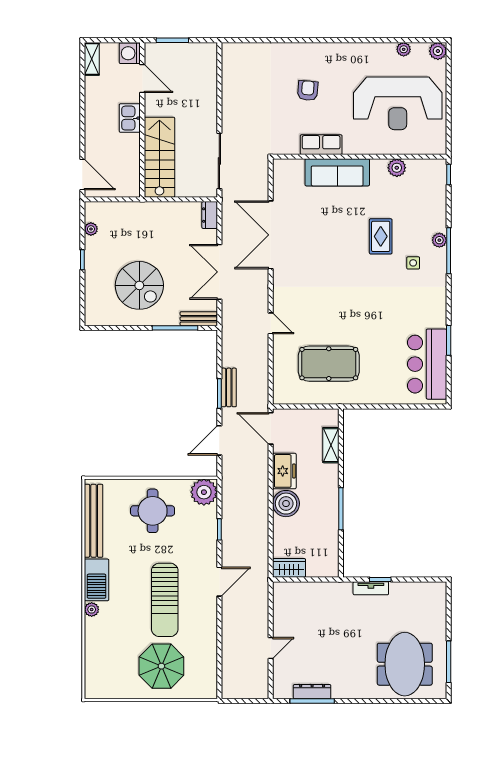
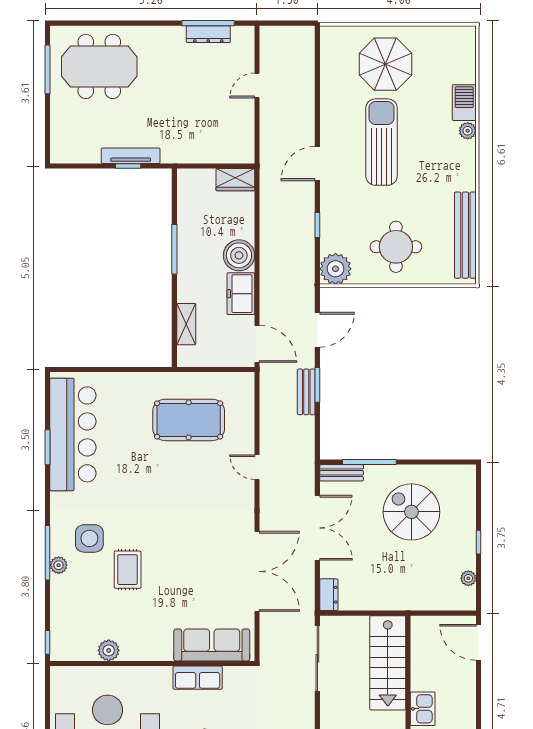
sofa: (337, 172) -> (212, 645), moved
side table: (413, 263) -> (89, 538), width x1.87, depth x1.87
bar counter: (427, 364) -> (73, 434), width x1.36
barbecue: (97, 580) -> (464, 103), moved, width x0.73, depth x0.83
tv unit: (371, 588) -> (131, 156), width x1.41
meeting table: (405, 664) -> (99, 66), turned 90

